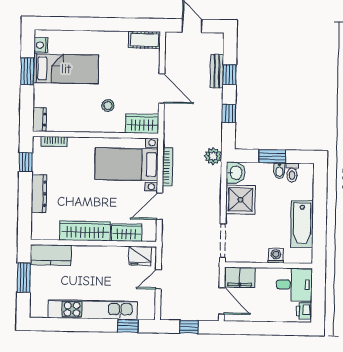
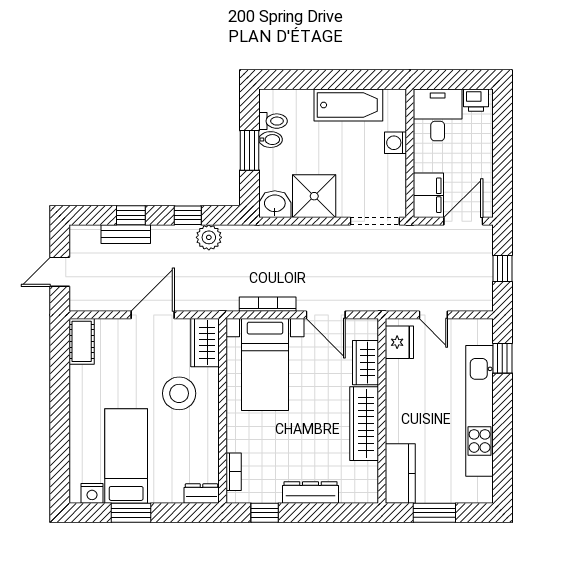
stool: (108, 105) -> (179, 393), width x1.89, depth x1.89
plant: (213, 156) -> (209, 237), moved

